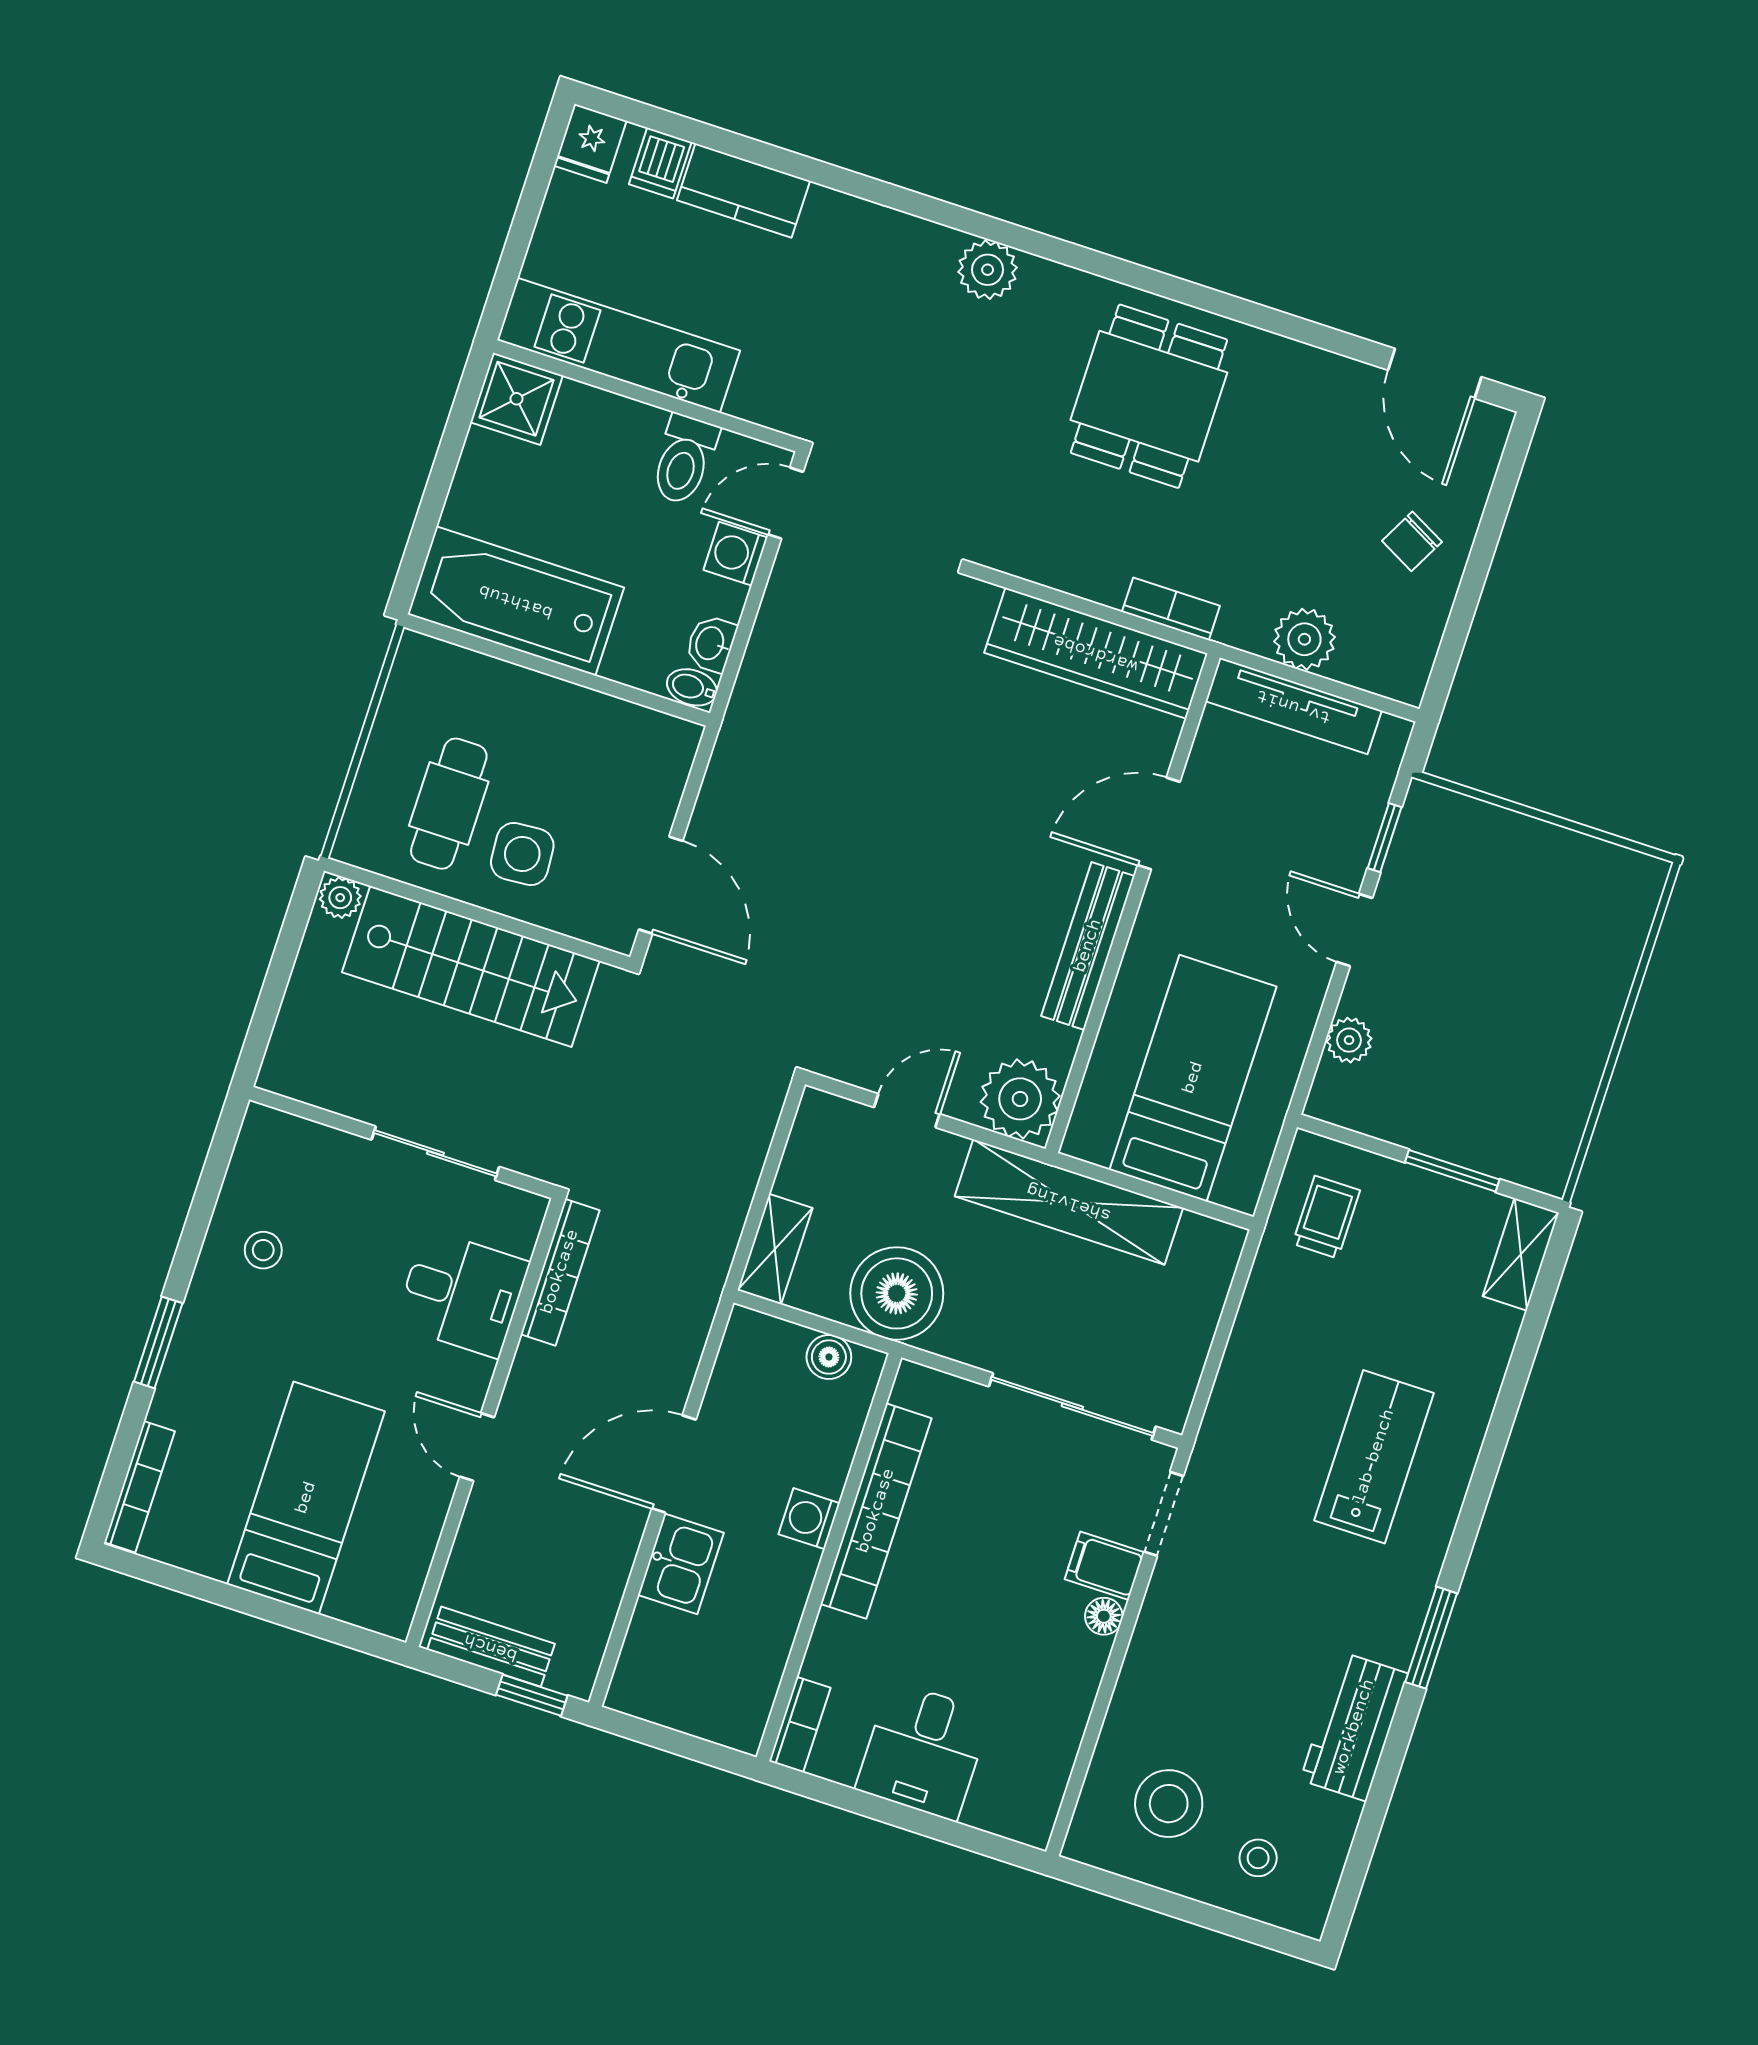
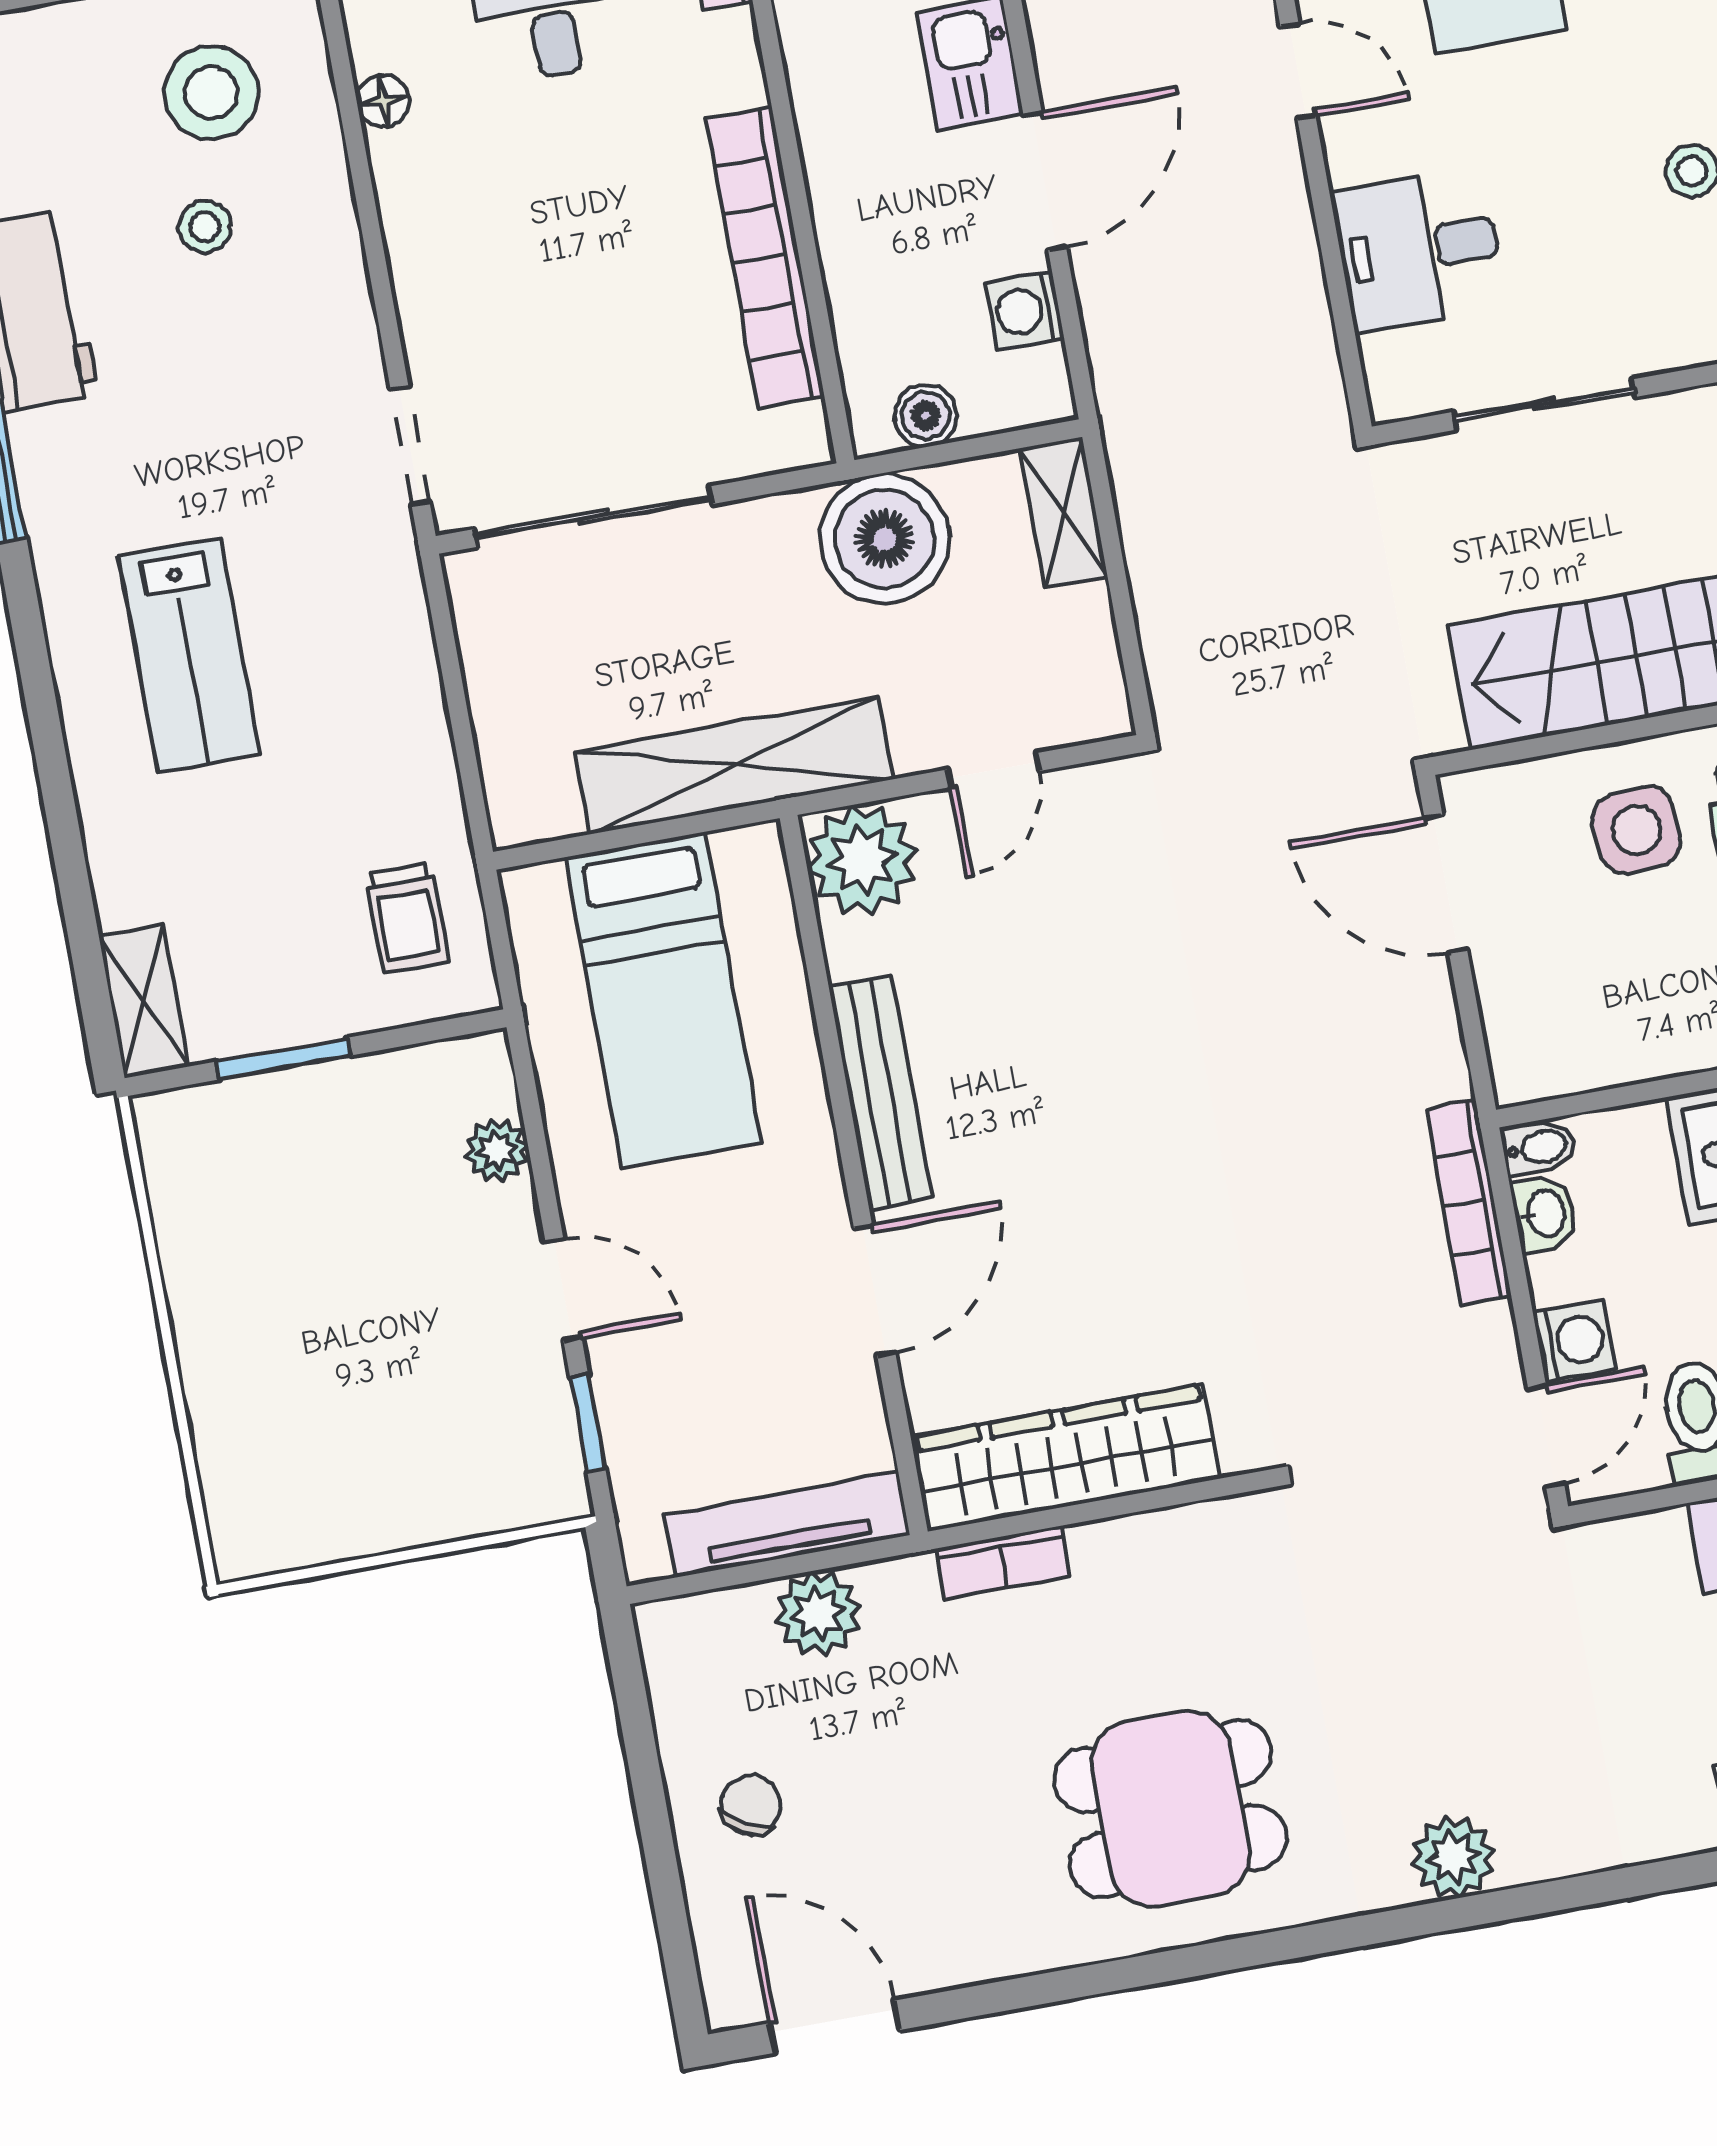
dining table: (1149, 396) -> (1171, 1809), turned 90
bookcase: (560, 1272) -> (1469, 1203), moved
washing machine: (809, 1519) -> (1025, 311), moved, turned 180
filing cabinet: (1104, 1566) -> (448, 342), removed
floor lamp: (1104, 1616) -> (383, 101), moved
stool: (1258, 1858) -> (205, 227), moved

